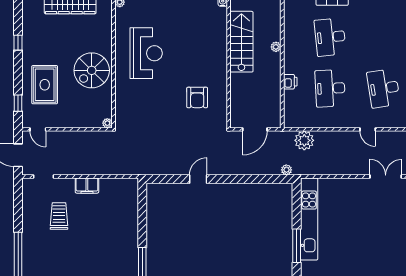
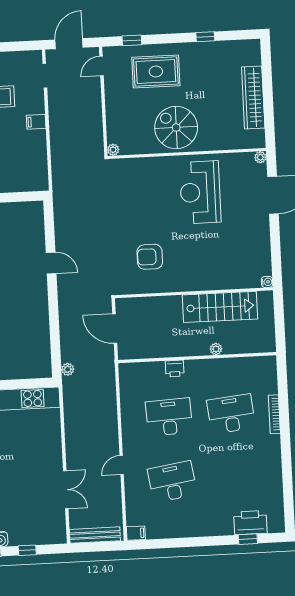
reception desk: (146, 53) -> (200, 192), turned 90
plant: (304, 140) -> (104, 389), removed
filing cabinet: (87, 186) -> (36, 122), width x0.50

